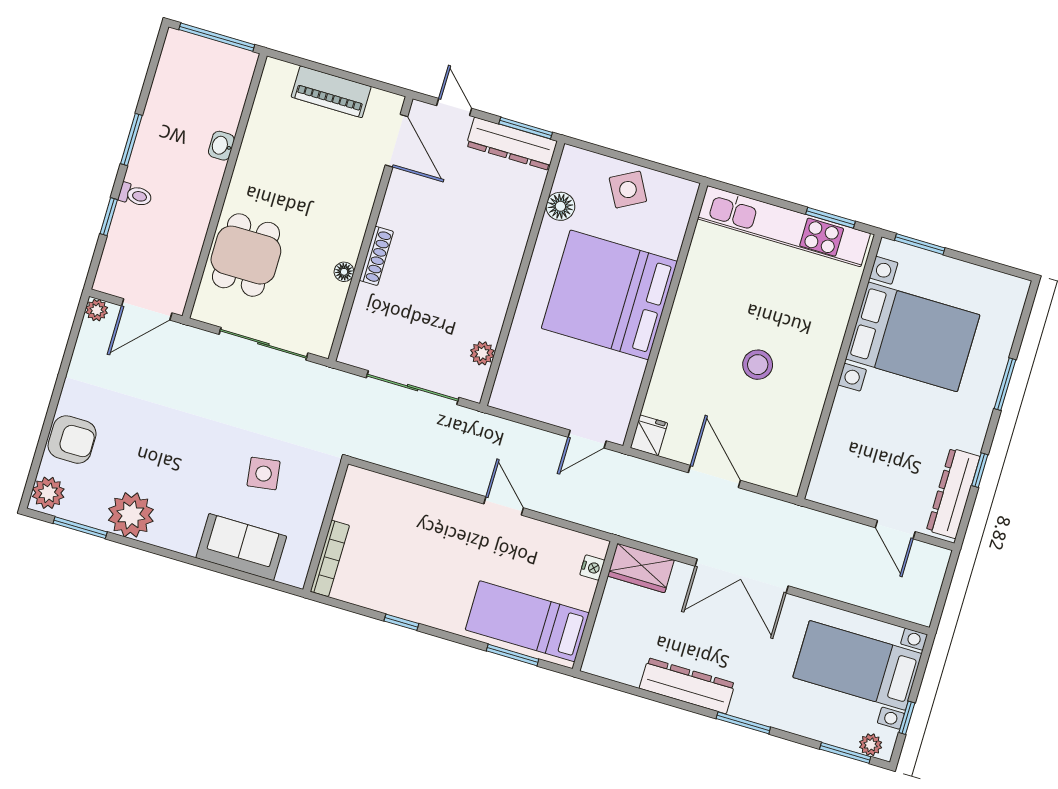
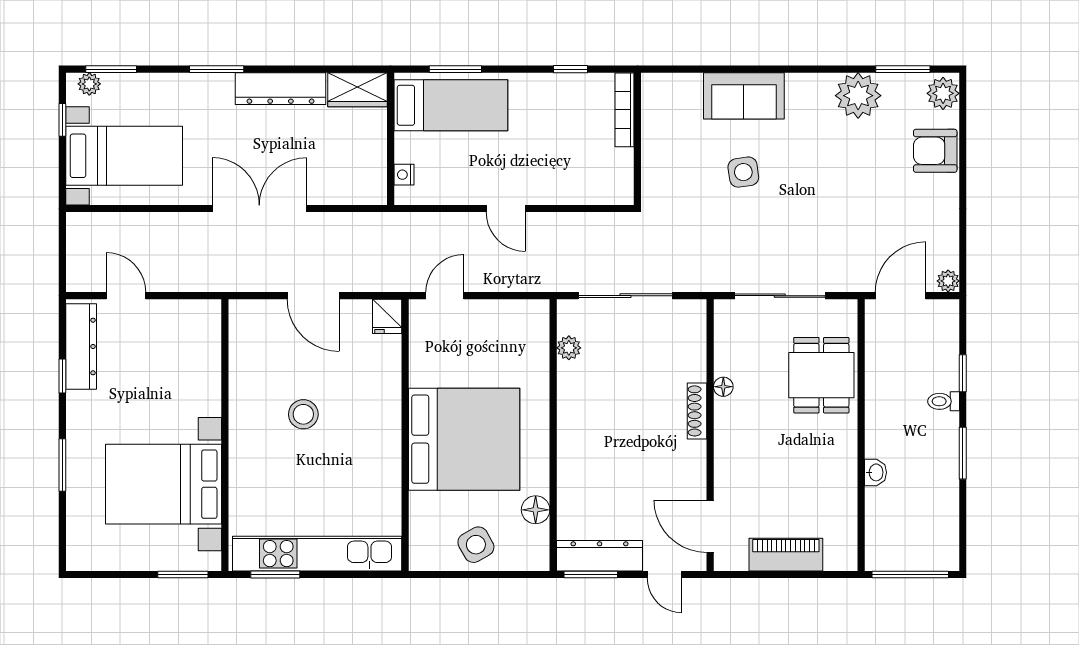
wall: (326, 527) -> (637, 139), moved
bookcase: (330, 558) -> (624, 110), moved
wardrobe: (641, 568) -> (357, 90), moved, turned 180

